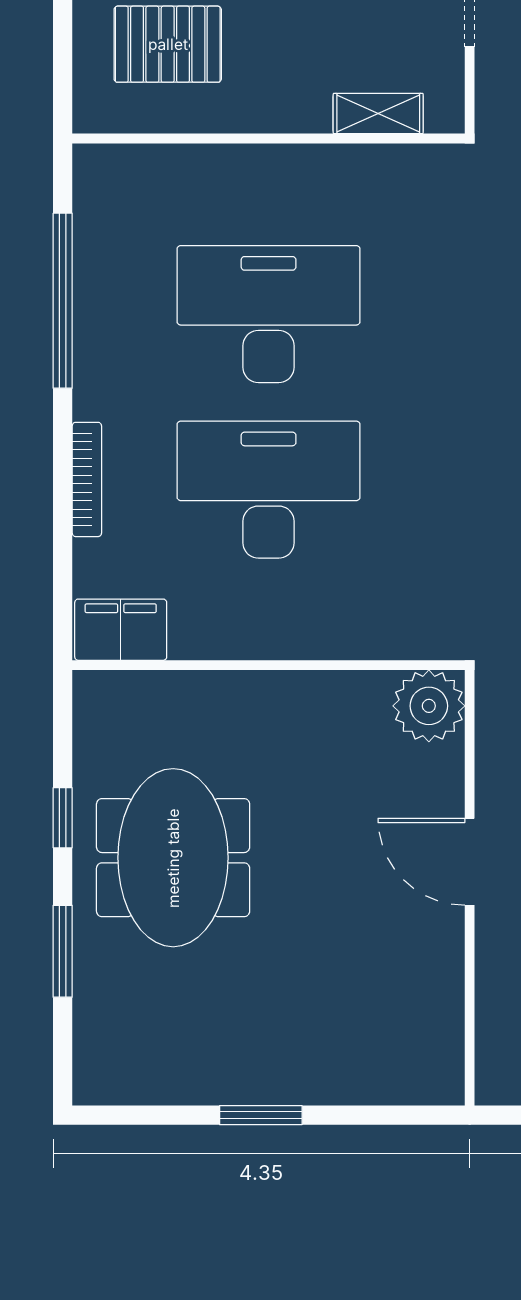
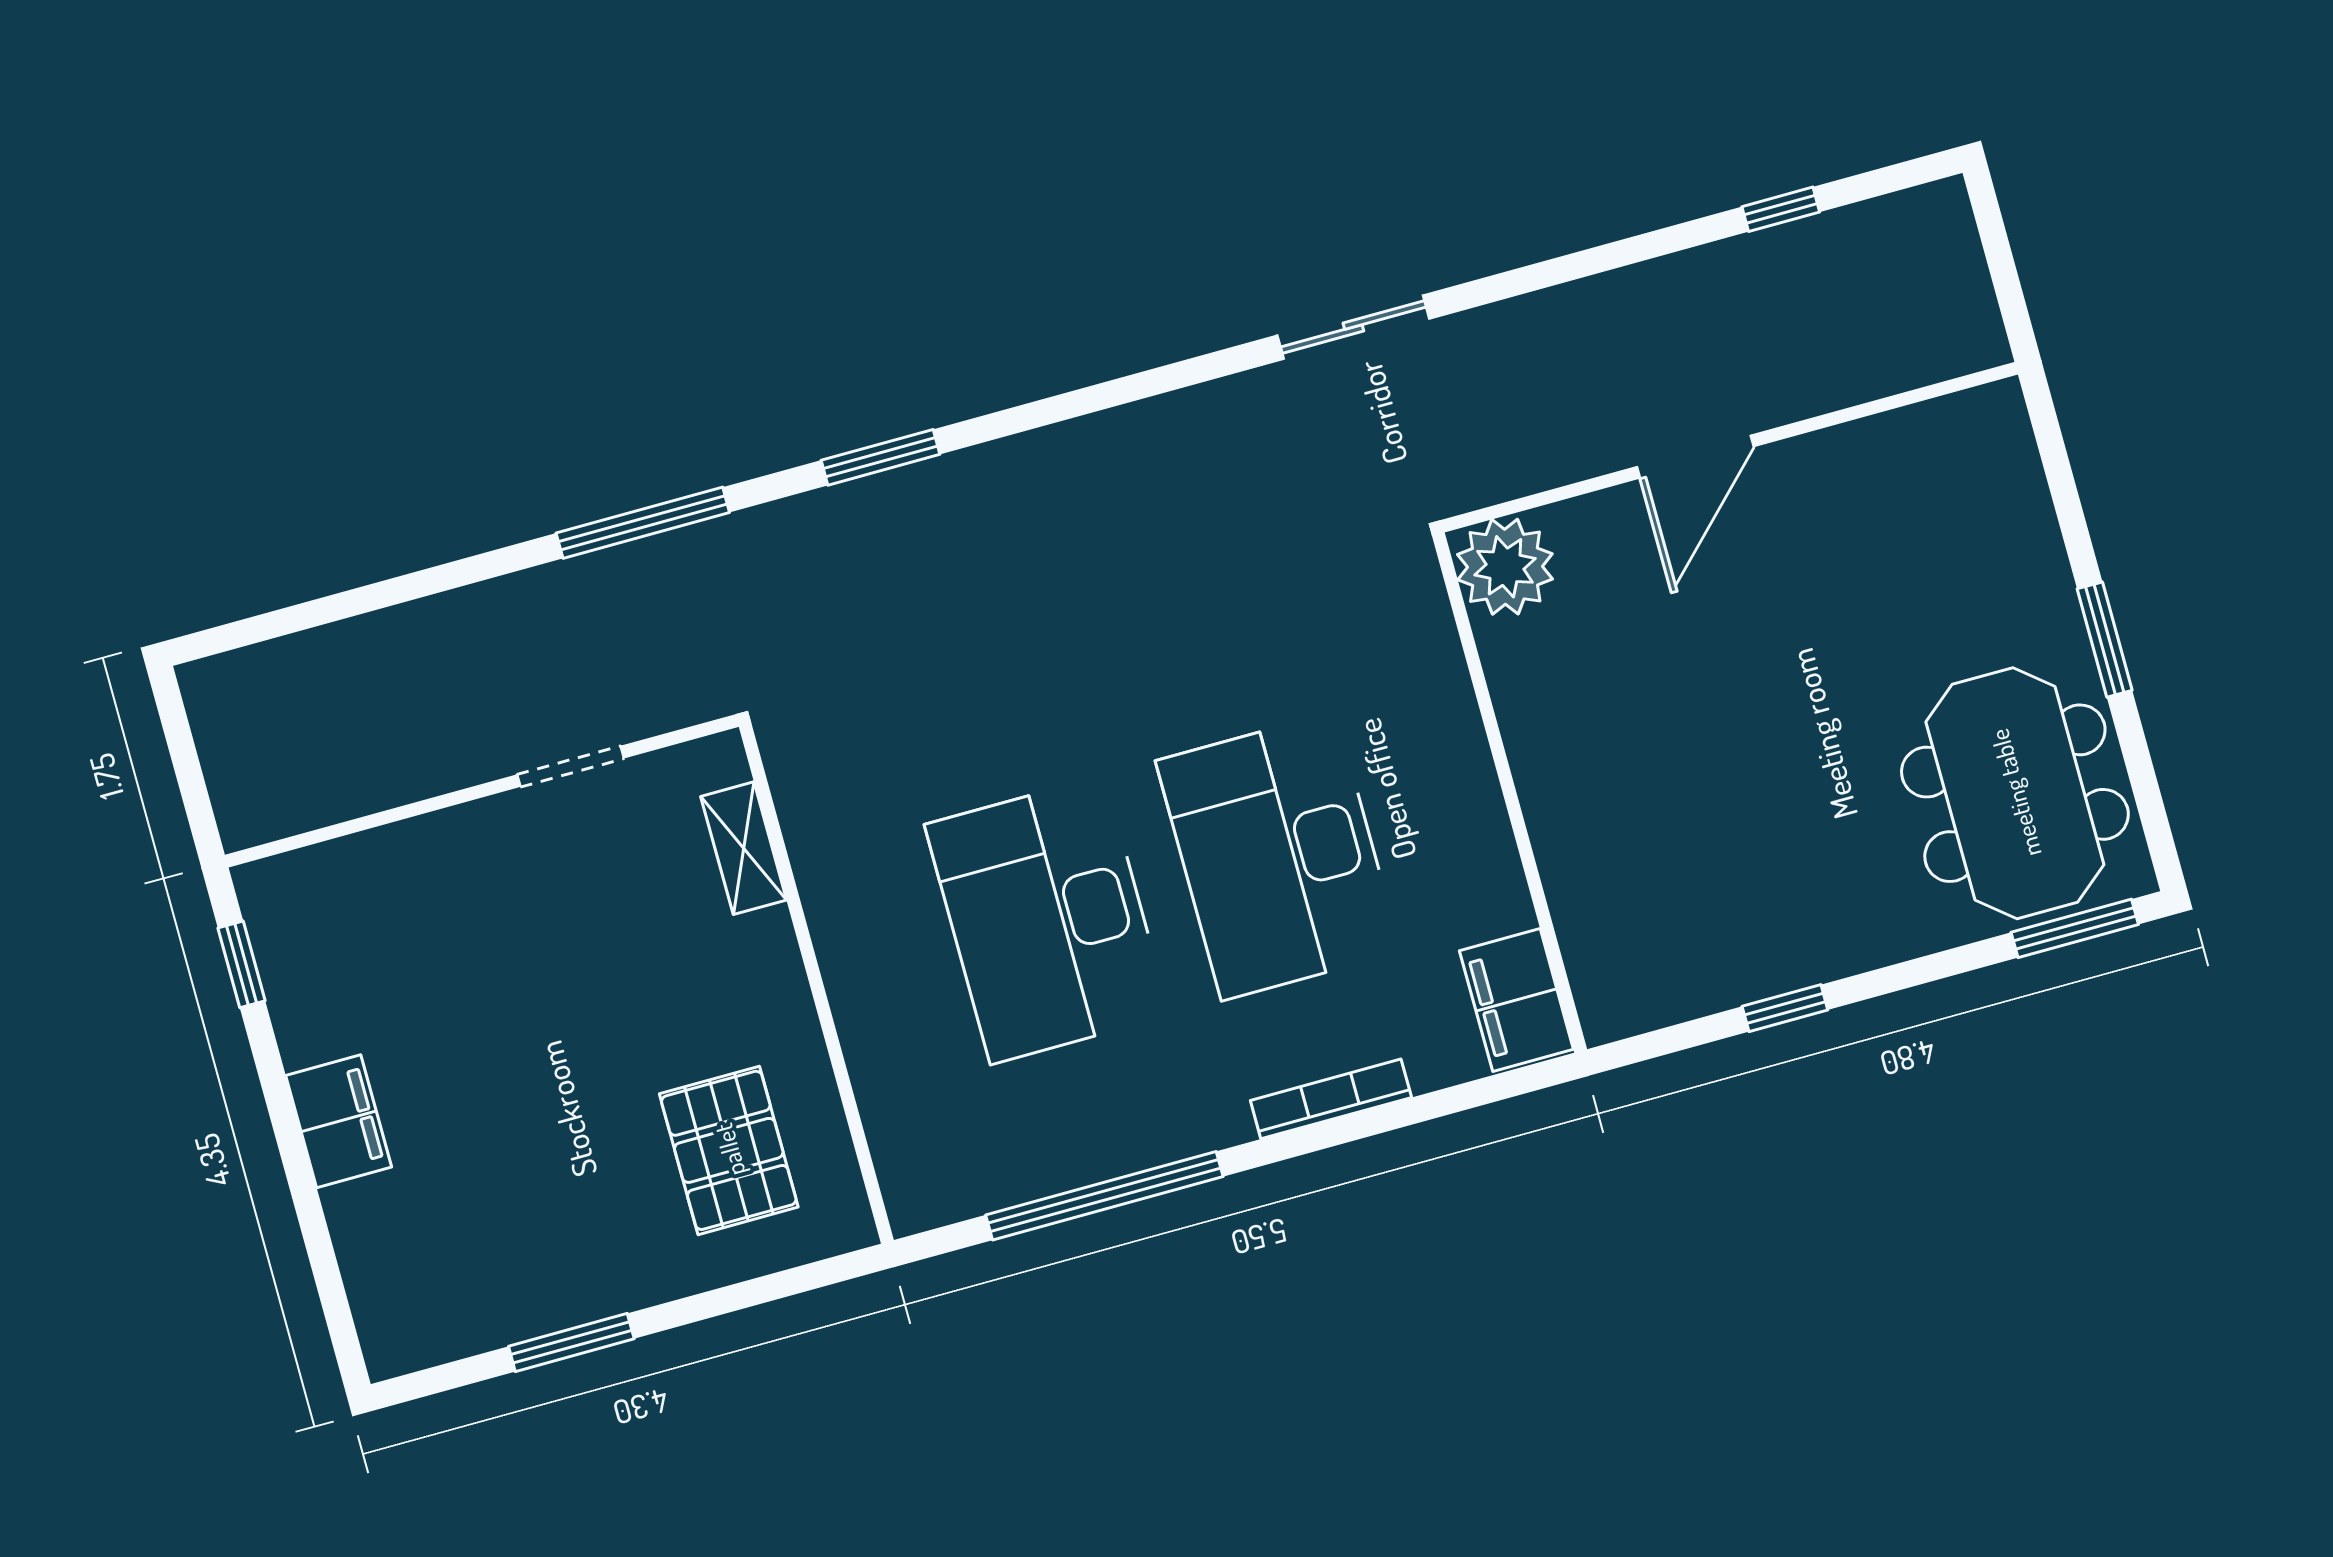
meeting table: (173, 858) -> (2015, 793), moved, turned 90
window: (63, 951) -> (2075, 928), moved

